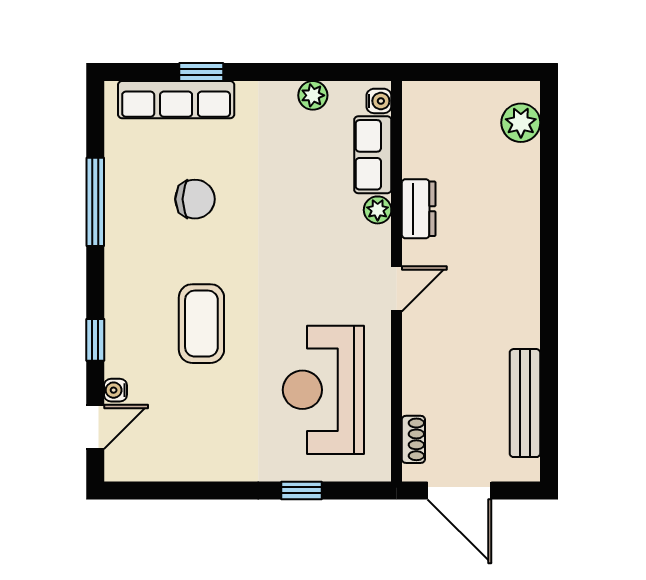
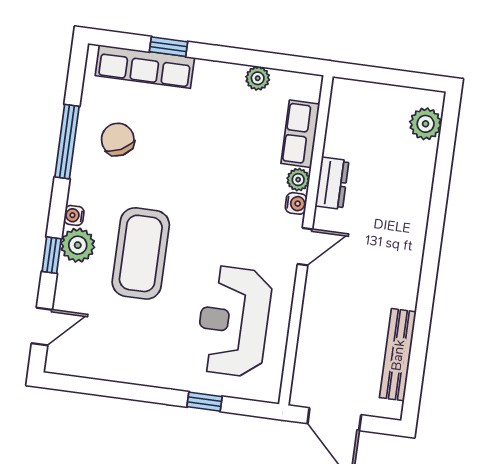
water cooler: (379, 101) -> (296, 203), moved
chair: (195, 199) -> (118, 140), moved, turned -117
plant: (125, 324) -> (78, 245), added
coffee table: (201, 324) -> (141, 253), width x1.36, depth x1.32
water cooler: (115, 390) -> (74, 215), moved
shoe rack: (413, 439) -> (302, 372), removed

